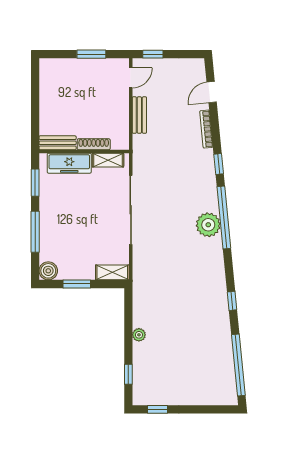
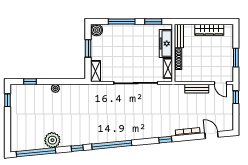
wardrobe: (48, 96) -> (209, 30), added
window: (224, 217) -> (112, 145), moved
plant: (208, 225) -> (52, 140), moved

